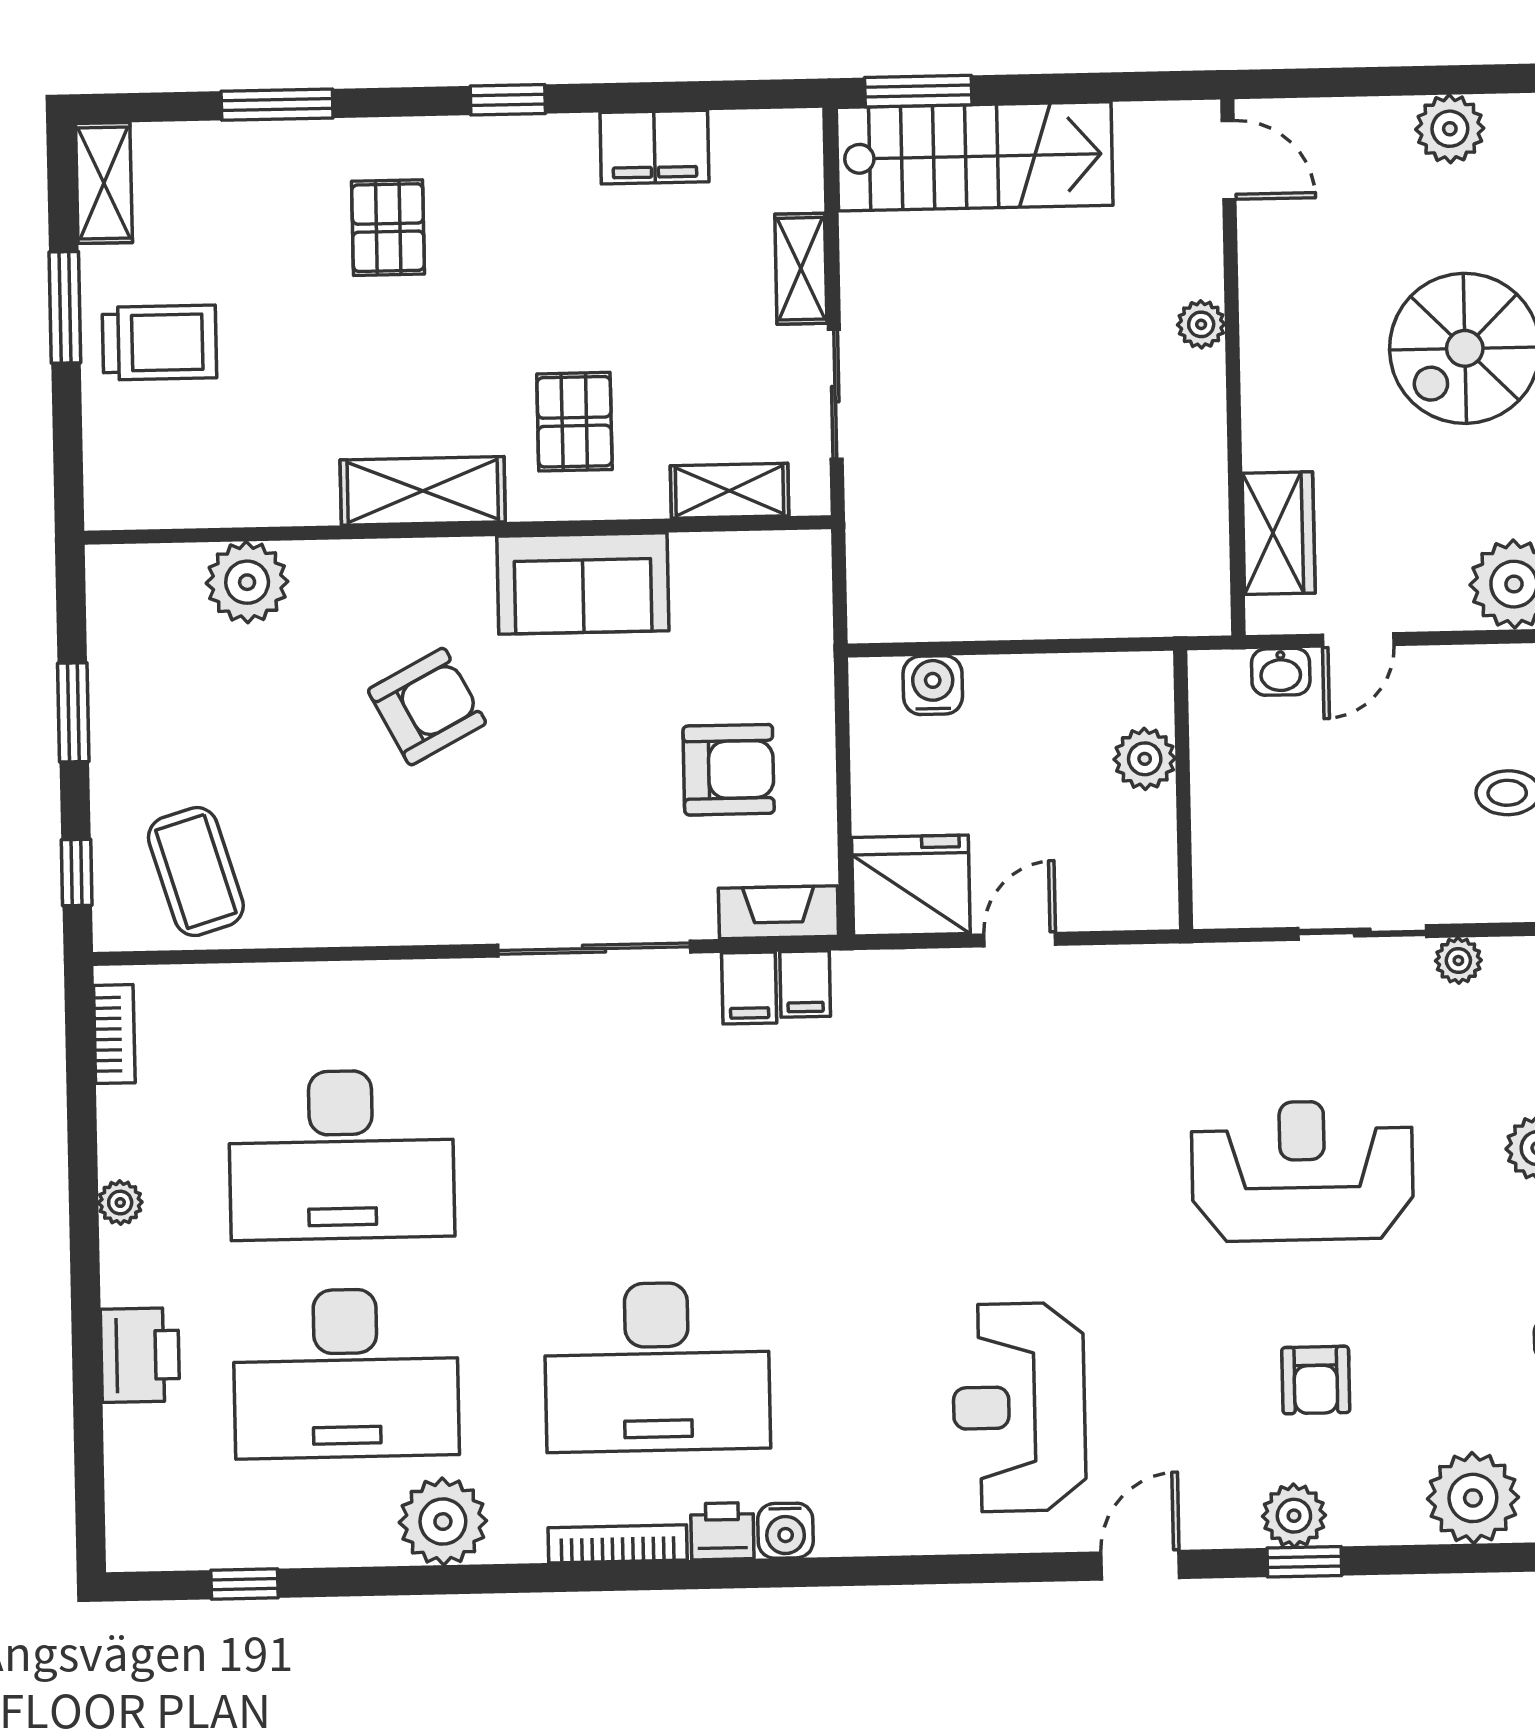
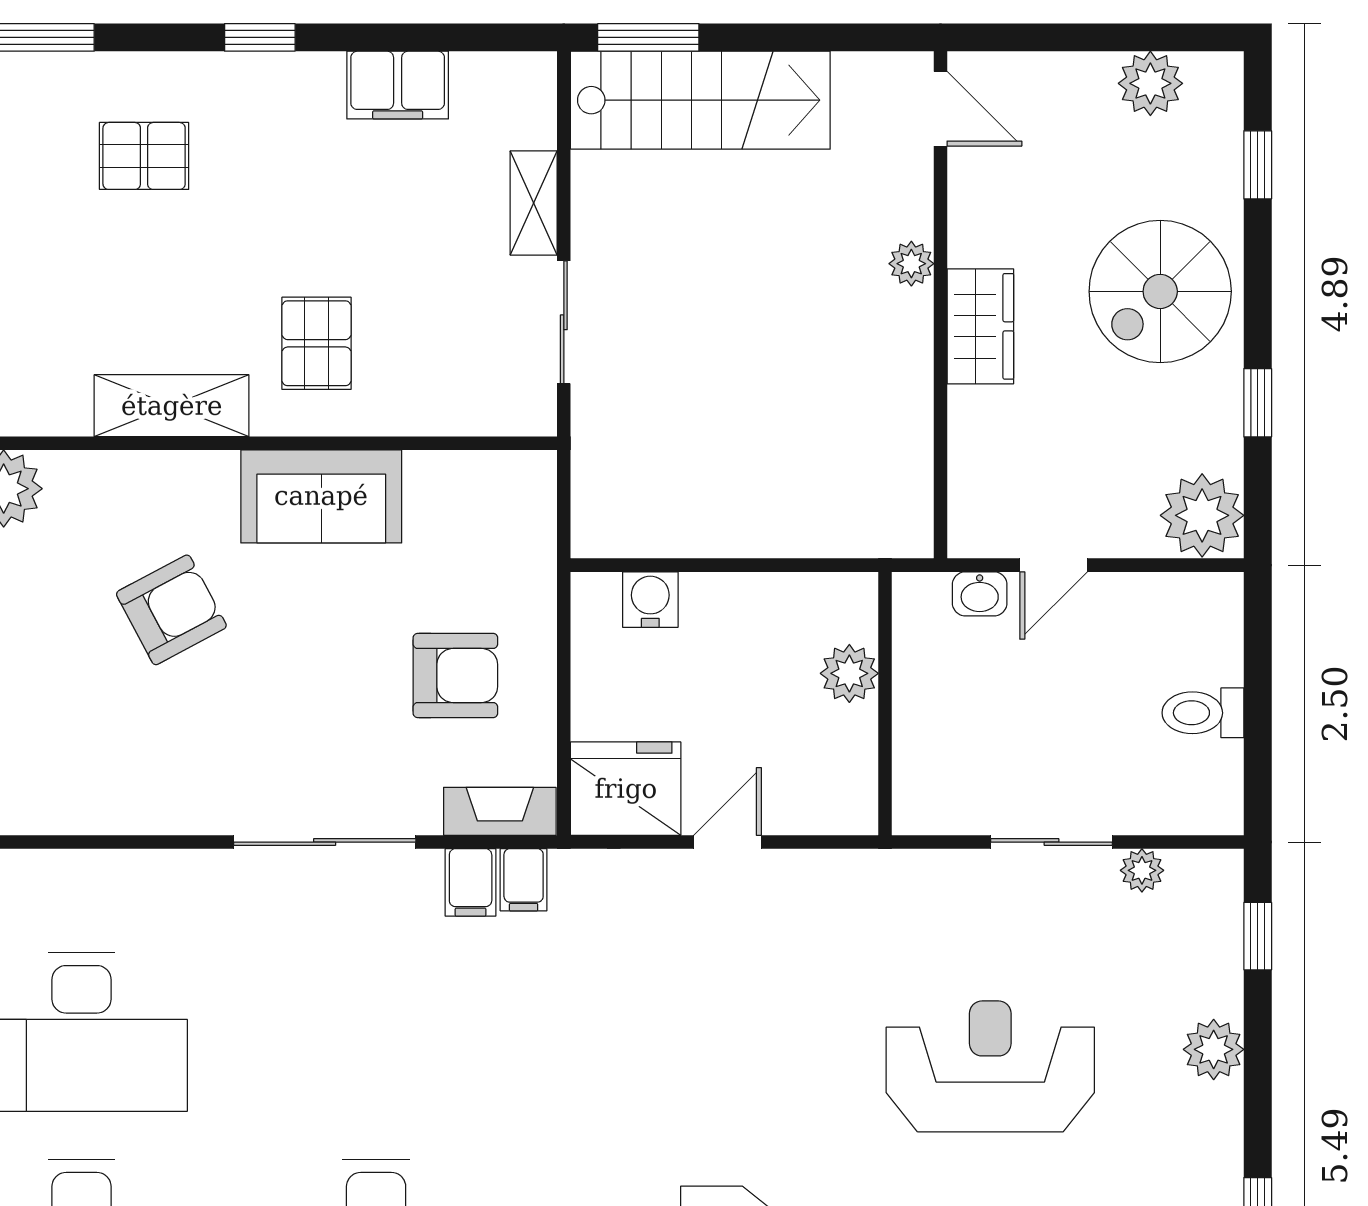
pallet: (388, 228) -> (144, 156), turned 90
shelving: (730, 491) -> (462, 412), removed
wardrobe: (1279, 533) -> (980, 326), moved

